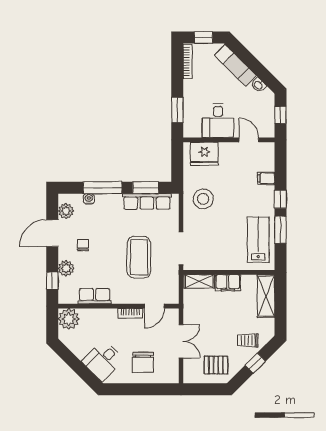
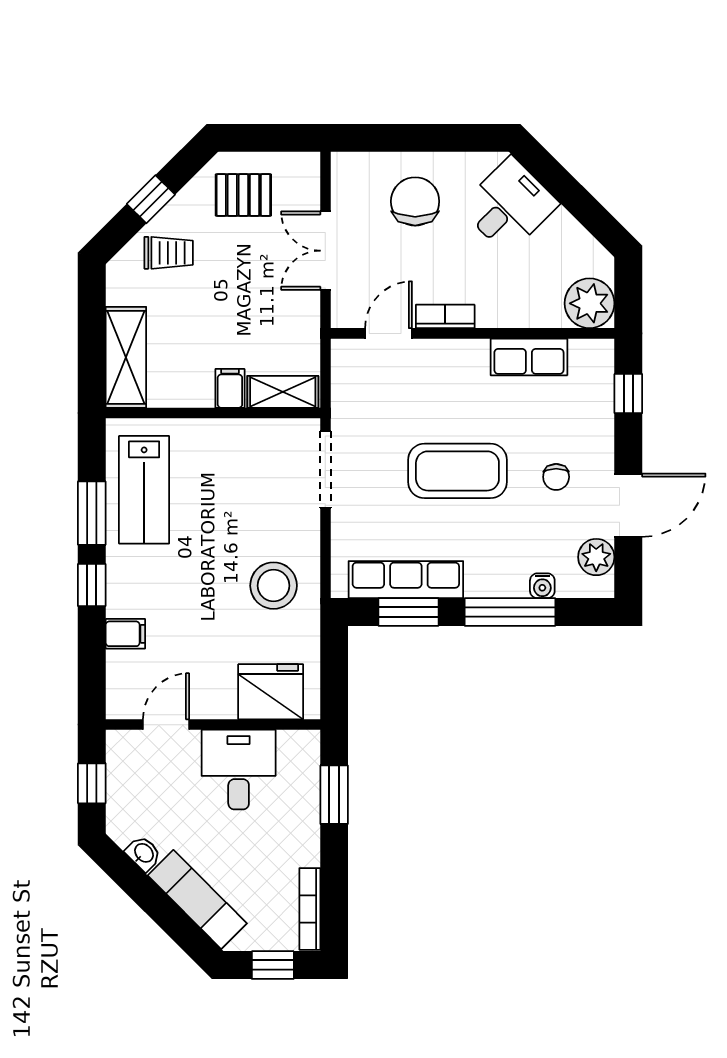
door: (249, 140) -> (166, 725), swing flipped
coffee table: (139, 257) -> (457, 471), moved, turned 90
plant: (66, 268) -> (596, 422), removed
filing cabinet: (228, 283) -> (230, 388), width x0.50

